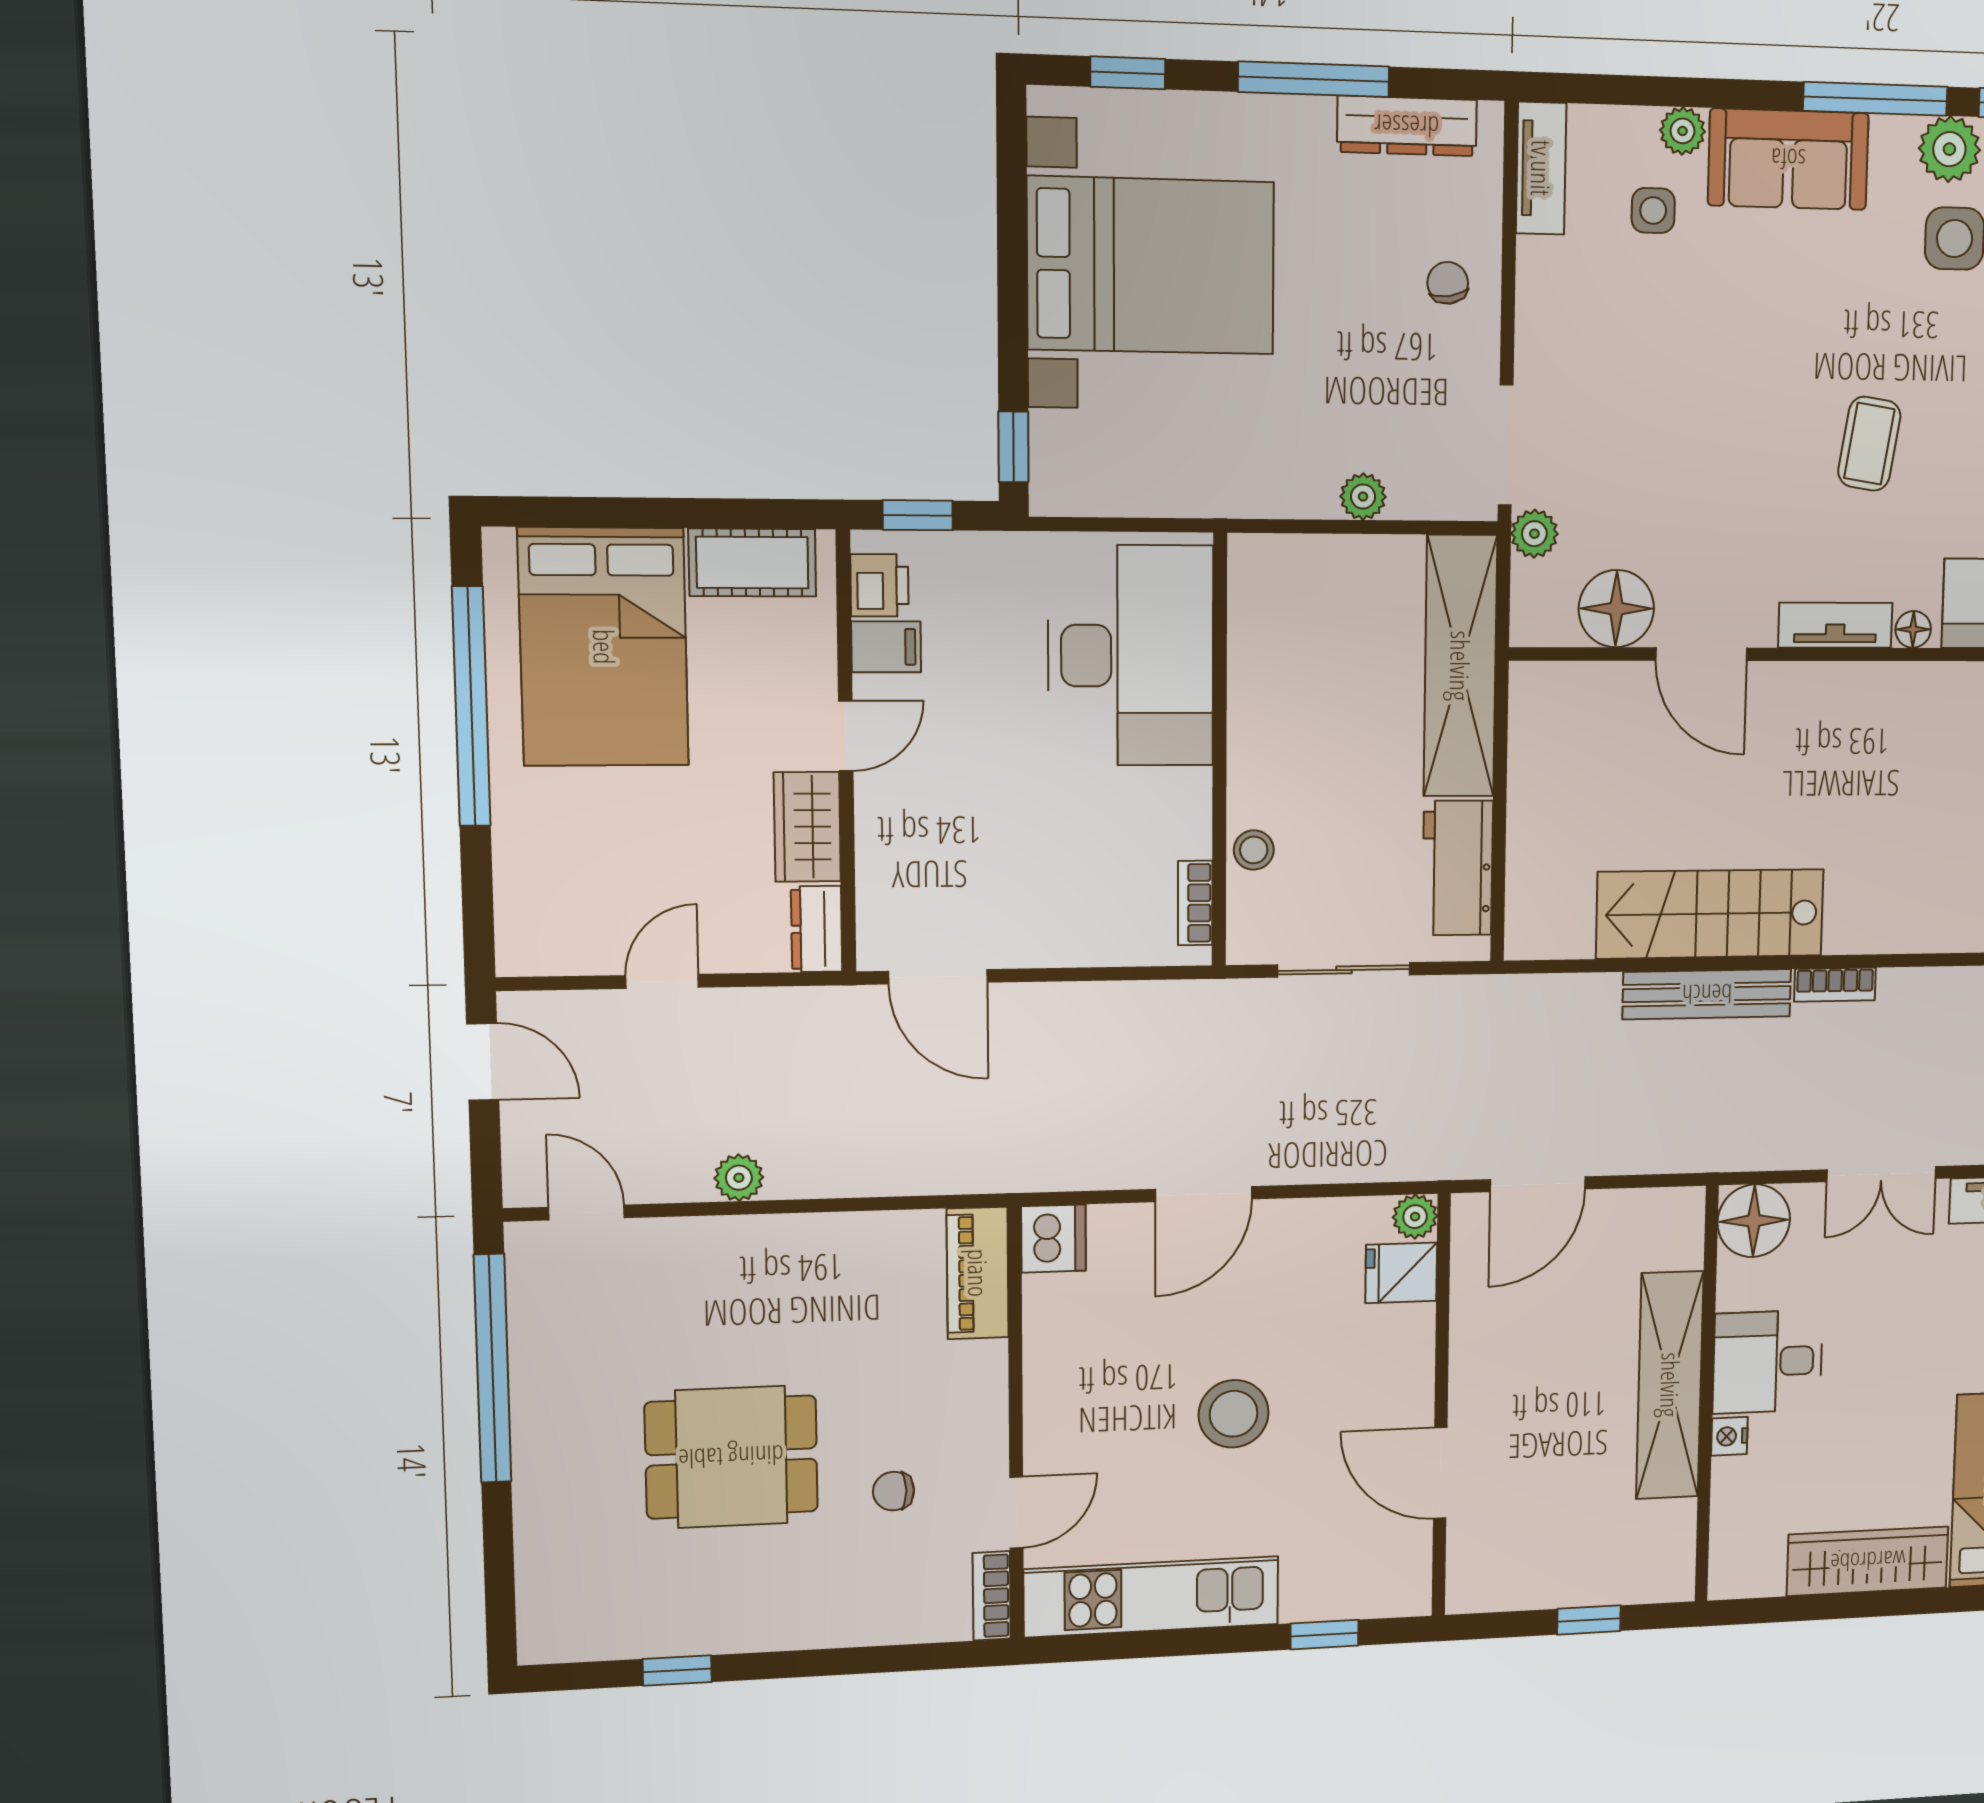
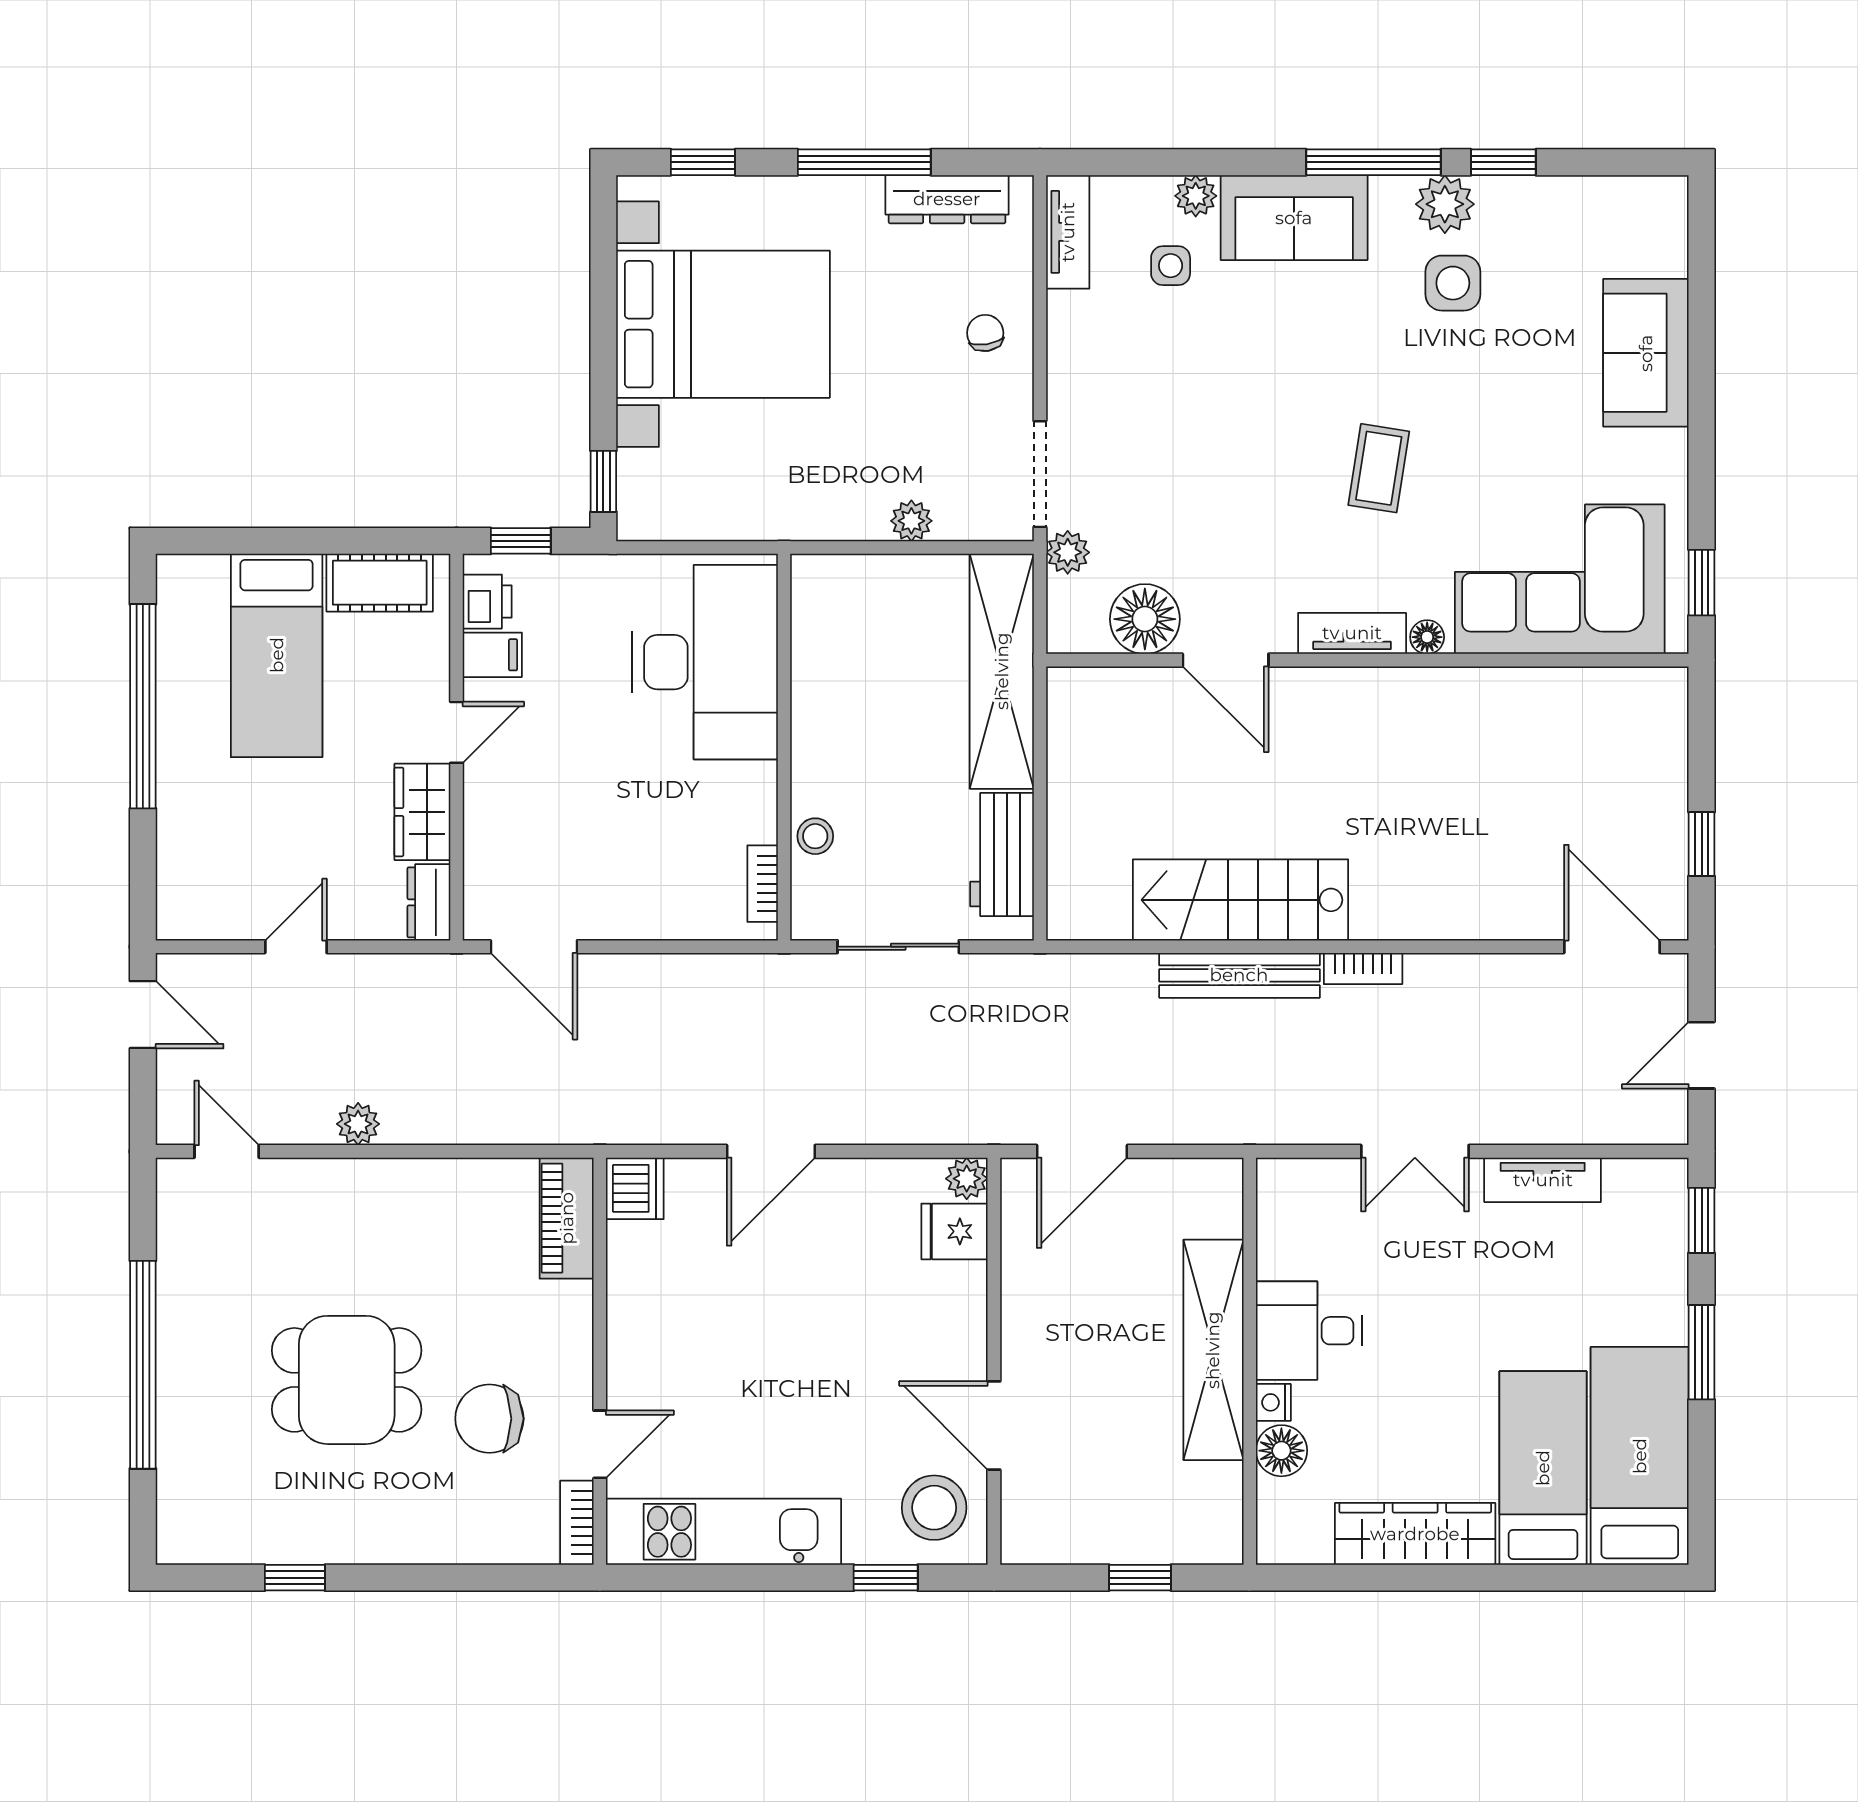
bed: (604, 647) -> (277, 655), width x0.67
floor lamp: (1754, 1221) -> (1281, 1451), moved, width x0.73, depth x0.73
window: (493, 1369) -> (143, 1365), moved
stool: (1234, 1414) -> (934, 1508), moved
chair: (894, 1491) -> (489, 1419), width x1.87, depth x1.87

